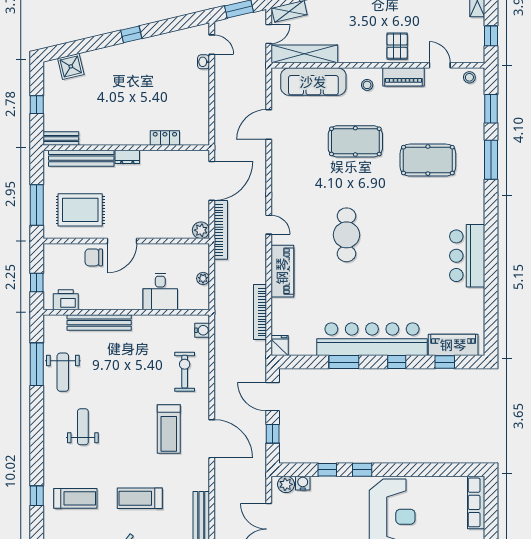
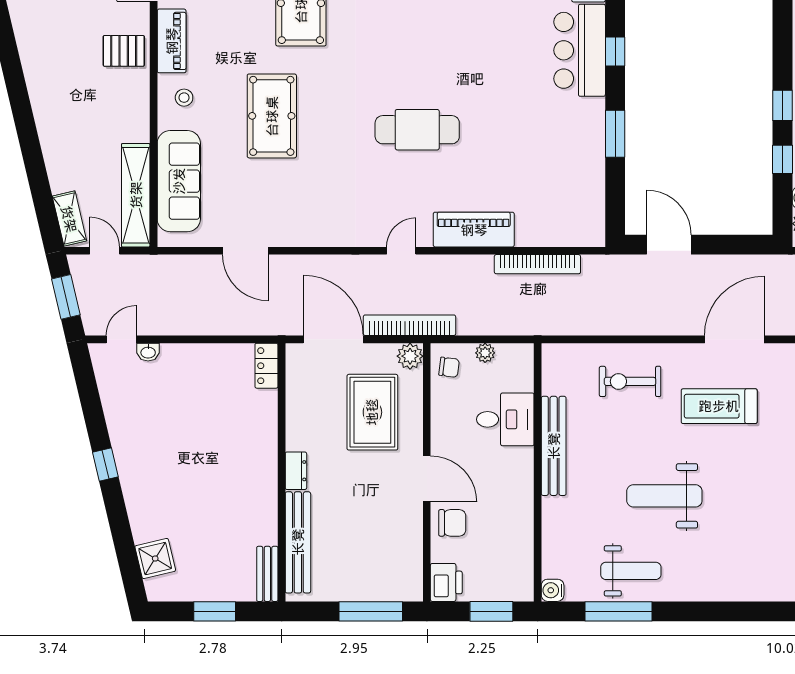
window: (37, 105) -> (215, 611), width x1.50
locker: (165, 138) -> (266, 366), moved
rug: (80, 210) -> (372, 412), moved
chair: (194, 255) -> (449, 367), added
chair: (94, 257) -> (452, 523), turned -90
window: (37, 283) -> (491, 611), width x1.50
printer: (66, 300) -> (446, 582), moved, turned 180
bench: (99, 323) -> (554, 446), moved
water cooler: (202, 330) -> (553, 590), moved, turned -90
bar counter: (372, 339) -> (580, 50), width x0.54
fridge: (280, 346) -> (589, 234), removed
door: (273, 397) -> (669, 245), swing flipped
weight bench: (83, 427) -> (664, 496), moved, width x1.36, depth x1.33
treadmill: (169, 429) -> (719, 406), turned 180
window: (273, 434) -> (727, 245), removed

